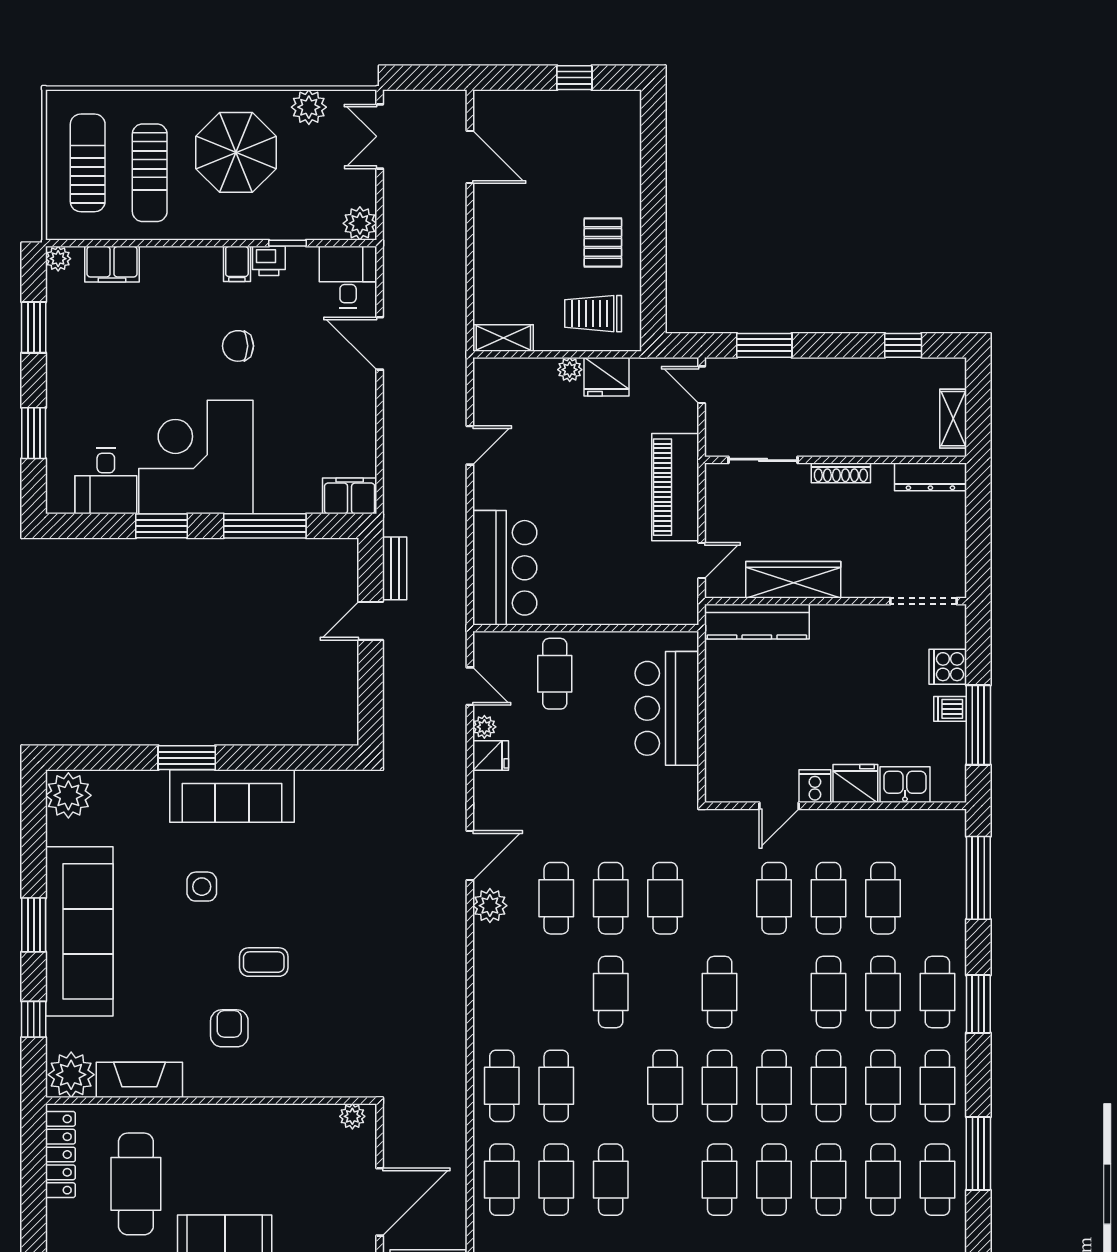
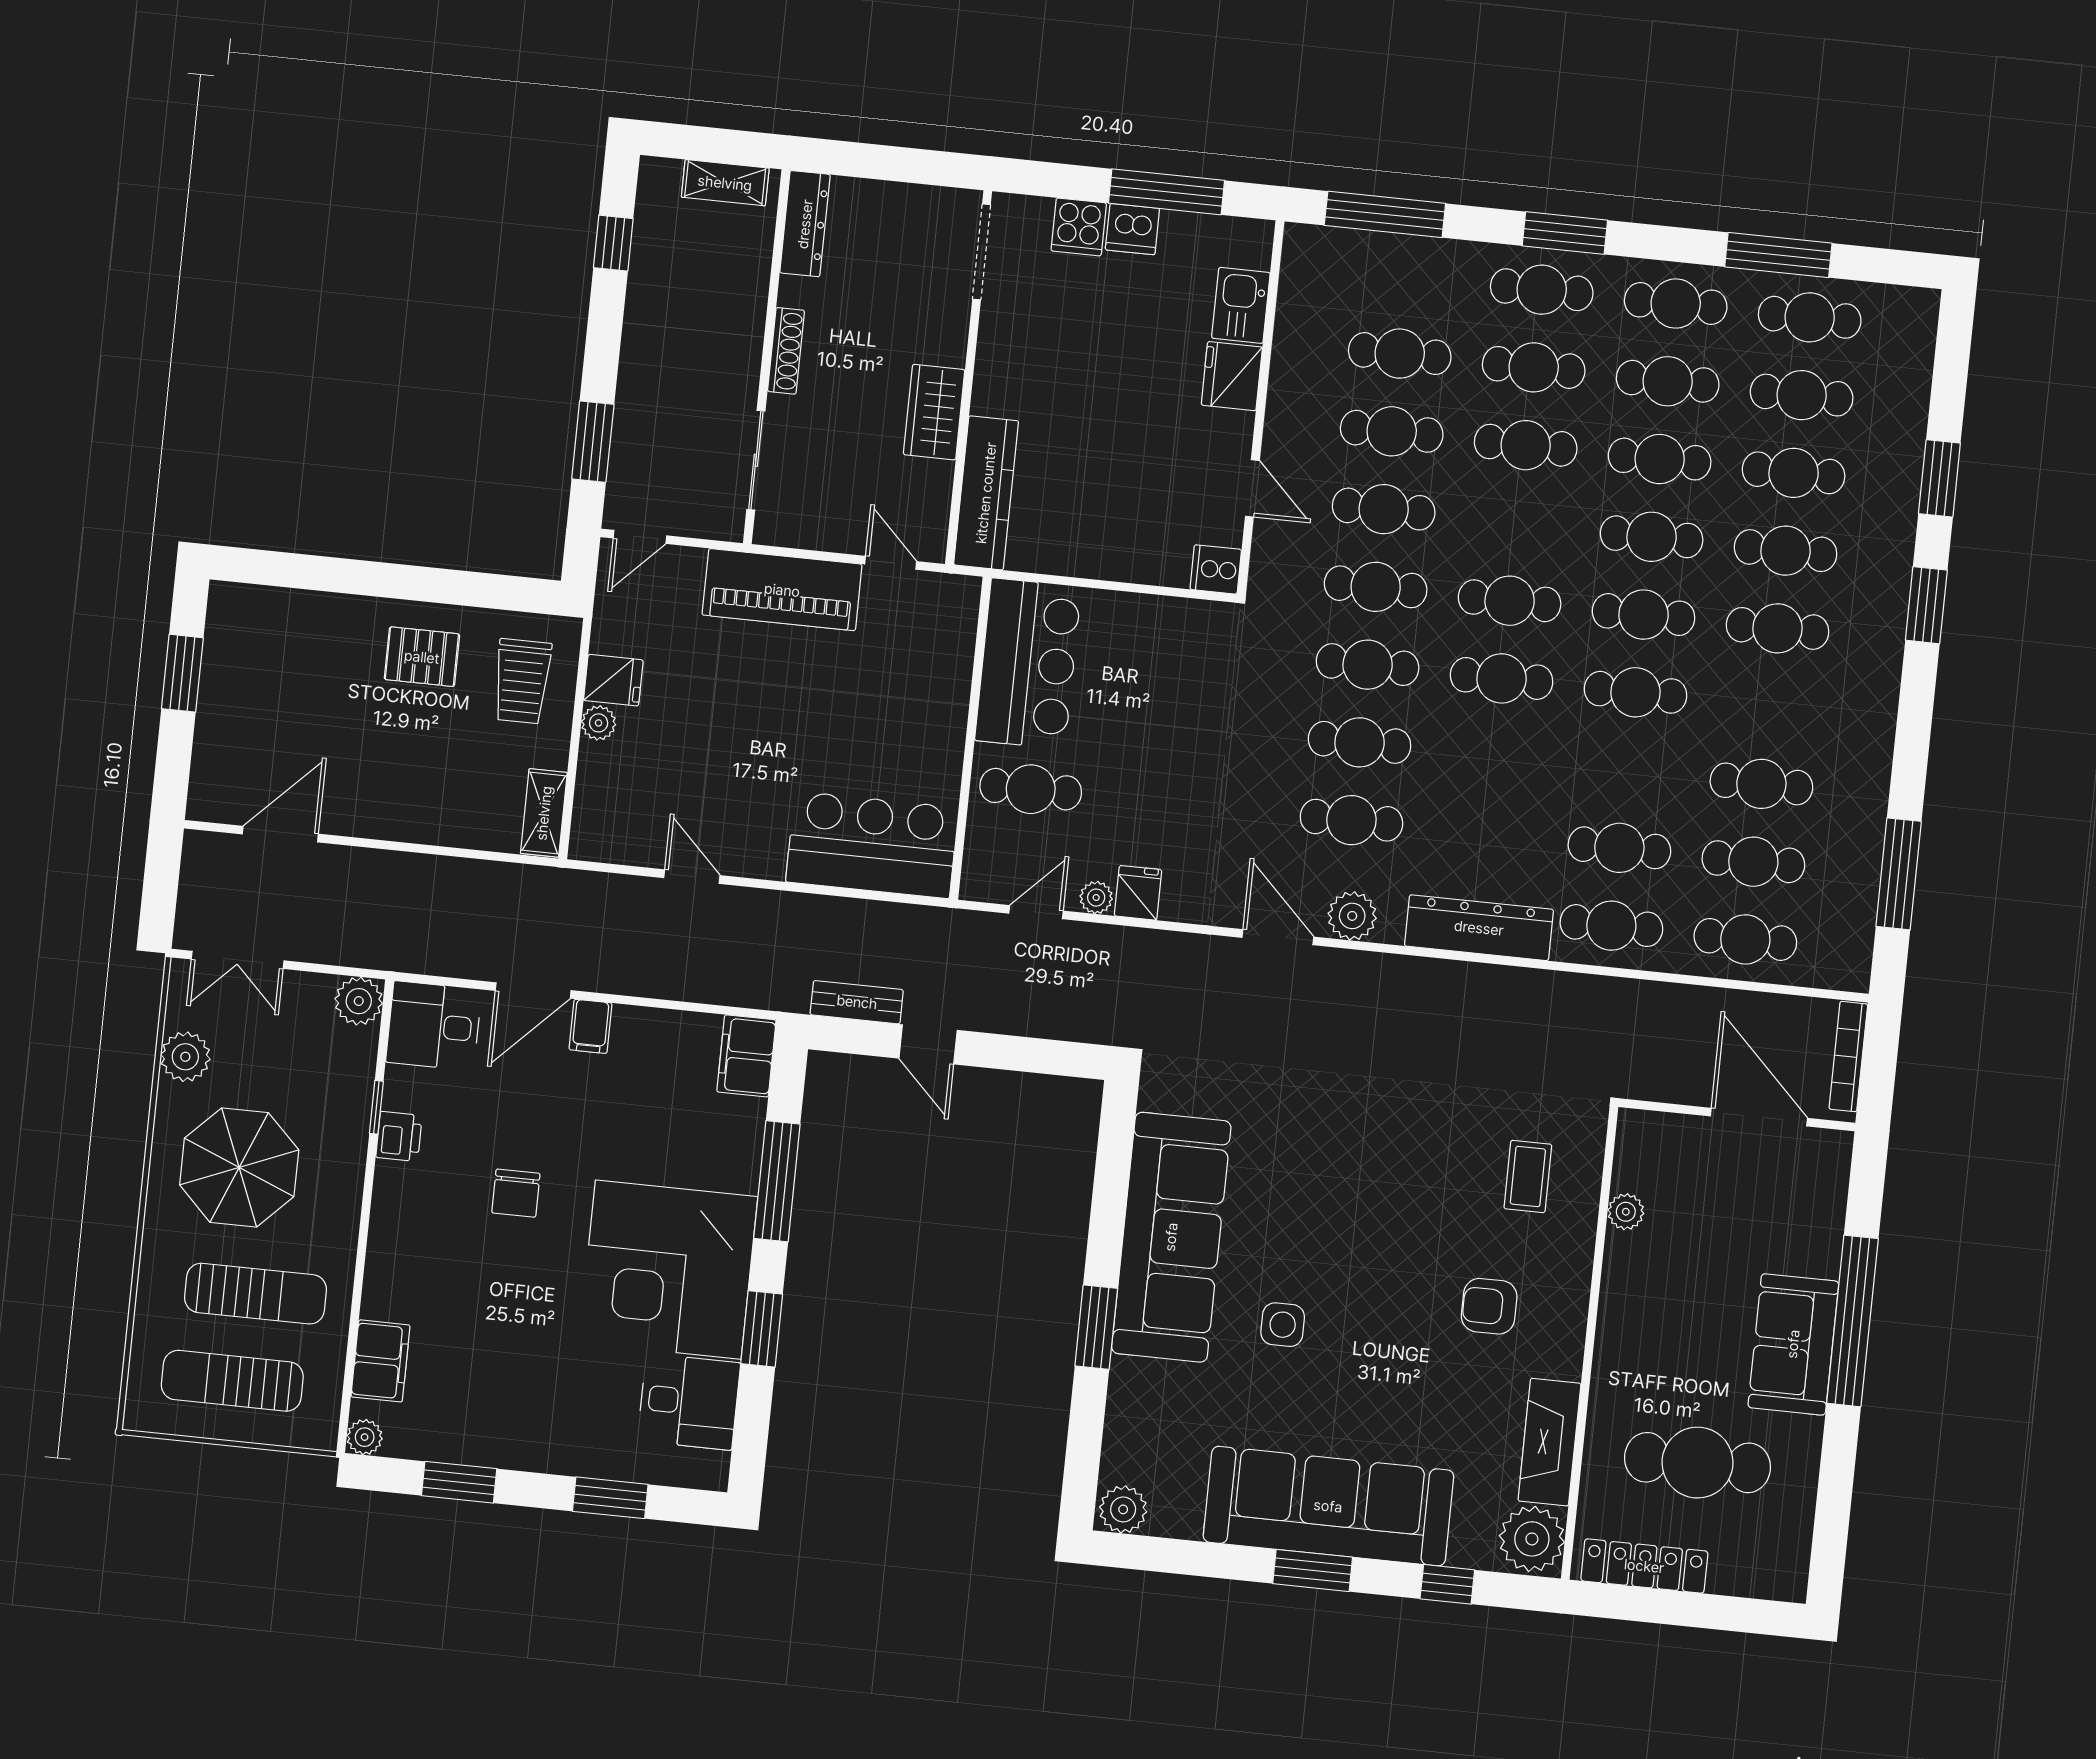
window: (574, 78) -> (182, 673), width x1.50
filing cabinet: (237, 264) -> (590, 1026), moved, turned 90
fridge: (607, 377) -> (613, 680), width x0.72
wardrobe: (793, 580) -> (934, 412), width x0.67
bar counter: (667, 708) -> (1028, 664), moved, turned -90
dishwasher: (950, 709) -> (1132, 229), width x1.38
cooker: (815, 786) -> (1216, 569), moved
plant: (68, 795) -> (1123, 1509), width x0.73, depth x0.73
sofa: (232, 796) -> (1171, 1237), width x1.36, depth x1.27
cafe table: (720, 898) -> (1376, 587), added
coffee table: (264, 962) -> (1528, 1176), moved
cafe table: (611, 992) -> (1502, 678), moved
dresser: (491, 994) -> (1479, 928), added
plant: (352, 1116) -> (1626, 1212), moved

